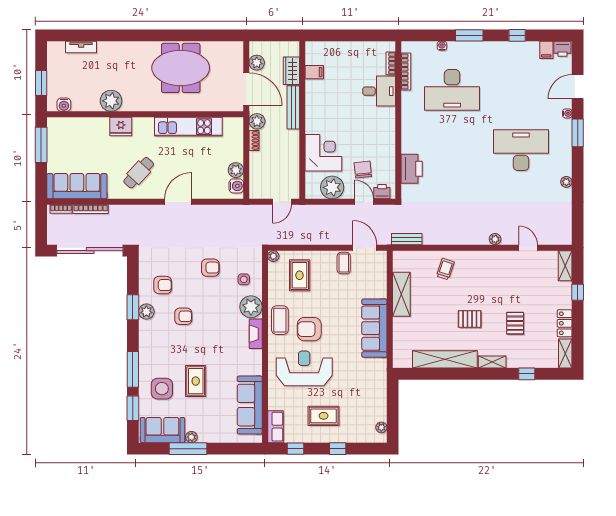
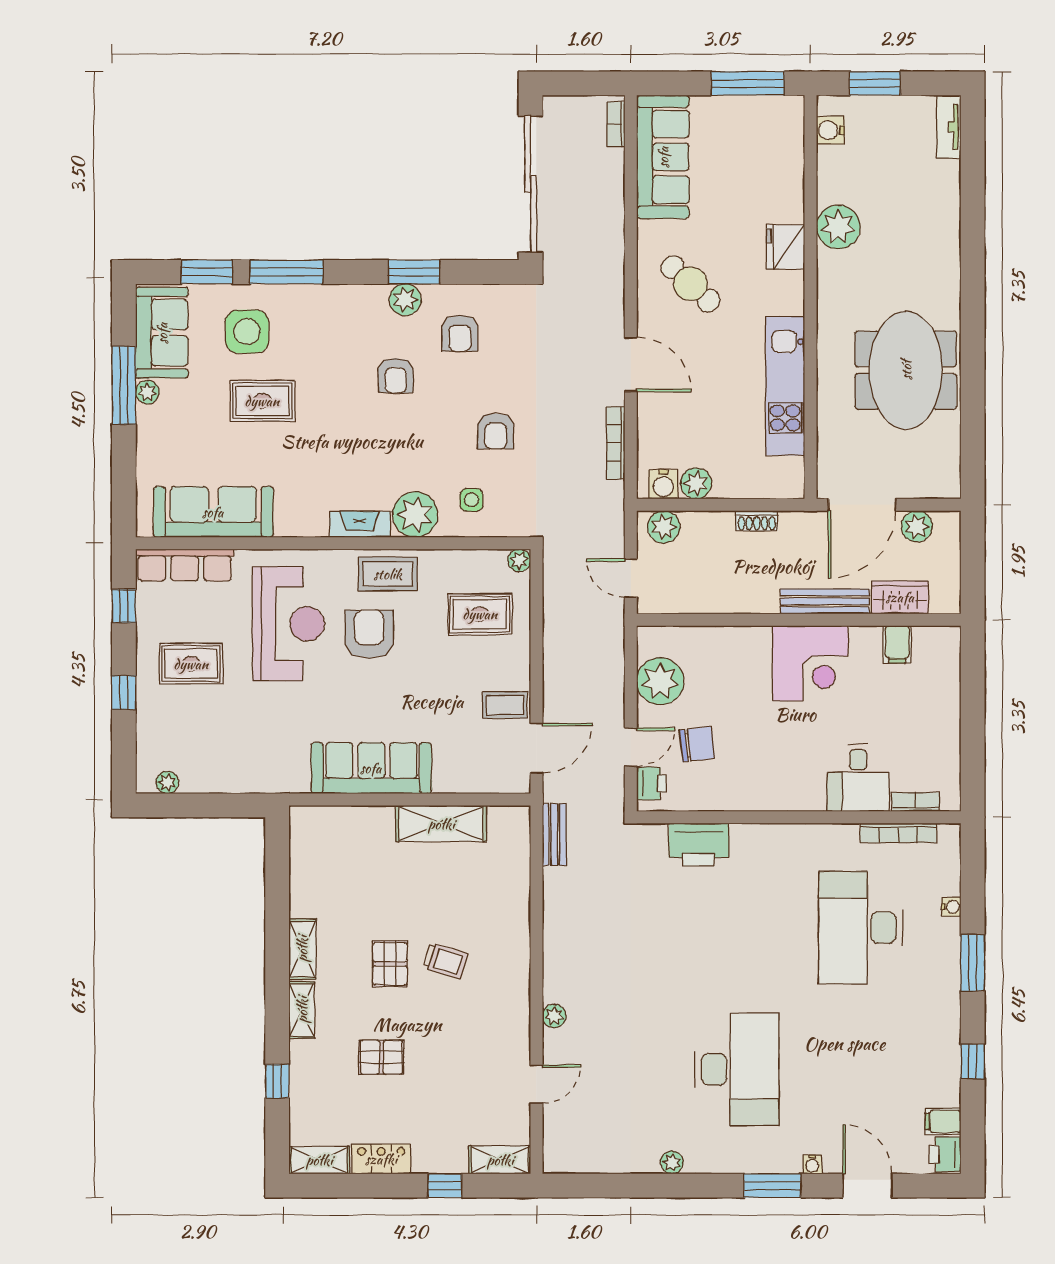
tv unit: (81, 47) -> (949, 127), moved
plant: (257, 121) -> (664, 527), moved
corner desk: (323, 153) -> (810, 663), moved
bookcase: (91, 209) -> (616, 443), moved
trolley: (445, 269) -> (445, 961), moved
shelving: (445, 359) -> (302, 949), width x0.45, depth x0.75
rug: (324, 416) -> (191, 664), turned 90
row of seats: (275, 427) -> (185, 565), width x1.48

